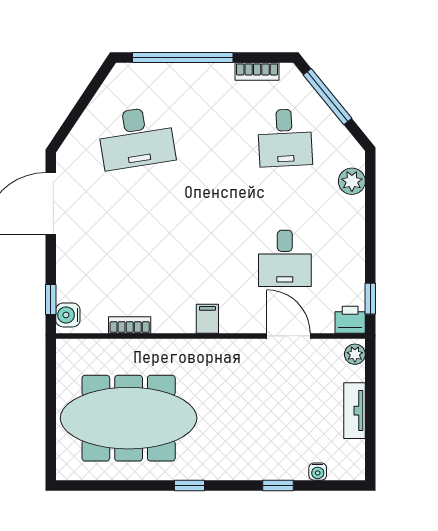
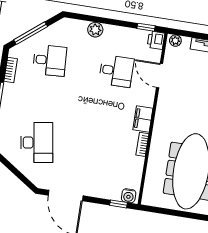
plant: (352, 181) -> (95, 30), moved
filing cabinet: (207, 319) -> (143, 119), width x2.00
bookcase: (130, 325) -> (142, 144), moved
door: (289, 336) -> (160, 76), hinge flipped

